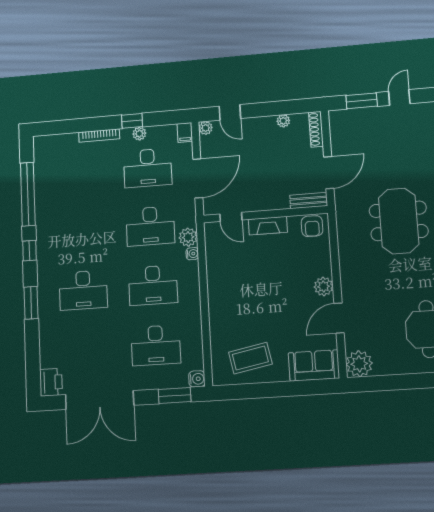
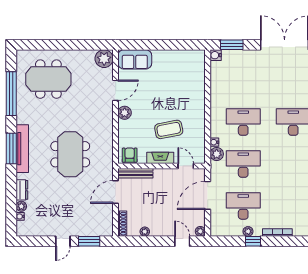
filing cabinet: (185, 132) -> (215, 229), removed
bench: (309, 201) -> (135, 173), width x1.36
desk: (156, 345) -> (243, 80), removed
coffee table: (250, 358) -> (169, 129), moved

